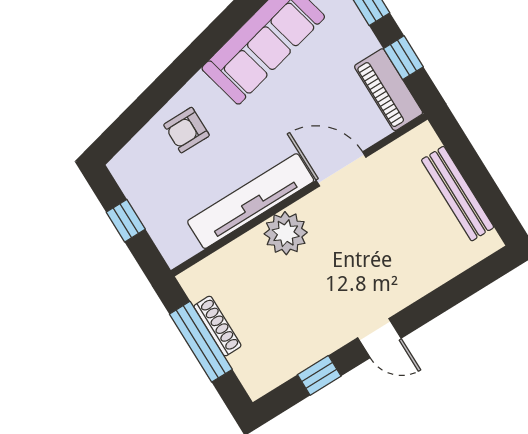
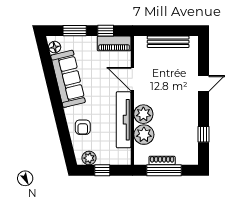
door: (341, 169) -> (132, 79), hinge flipped
plant: (134, 180) -> (89, 158), added
plant: (246, 259) -> (144, 135), added
door: (379, 338) -> (203, 83), moved

